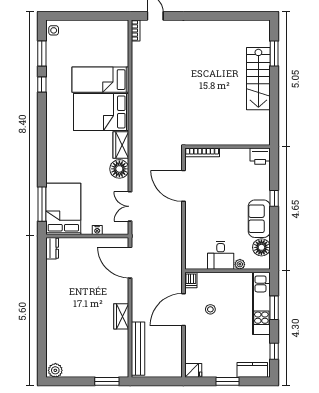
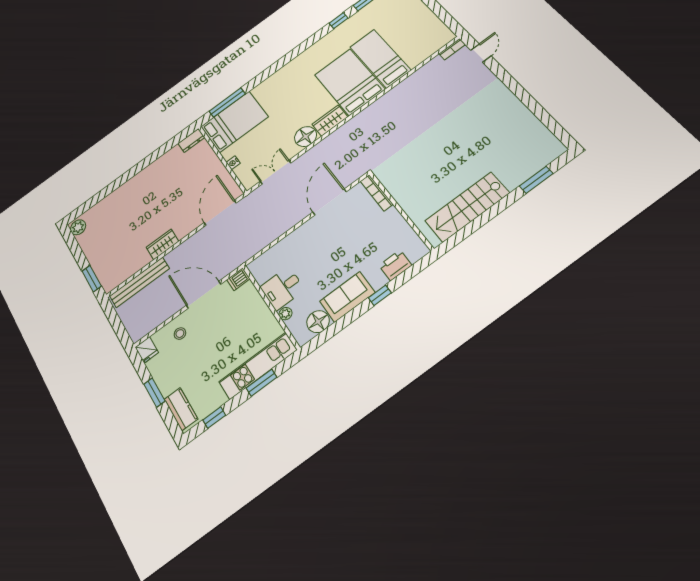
stairs: (258, 79) -> (467, 207), moved
printer: (260, 156) -> (395, 265), moved, turned 90
stool: (210, 309) -> (180, 334), moved

